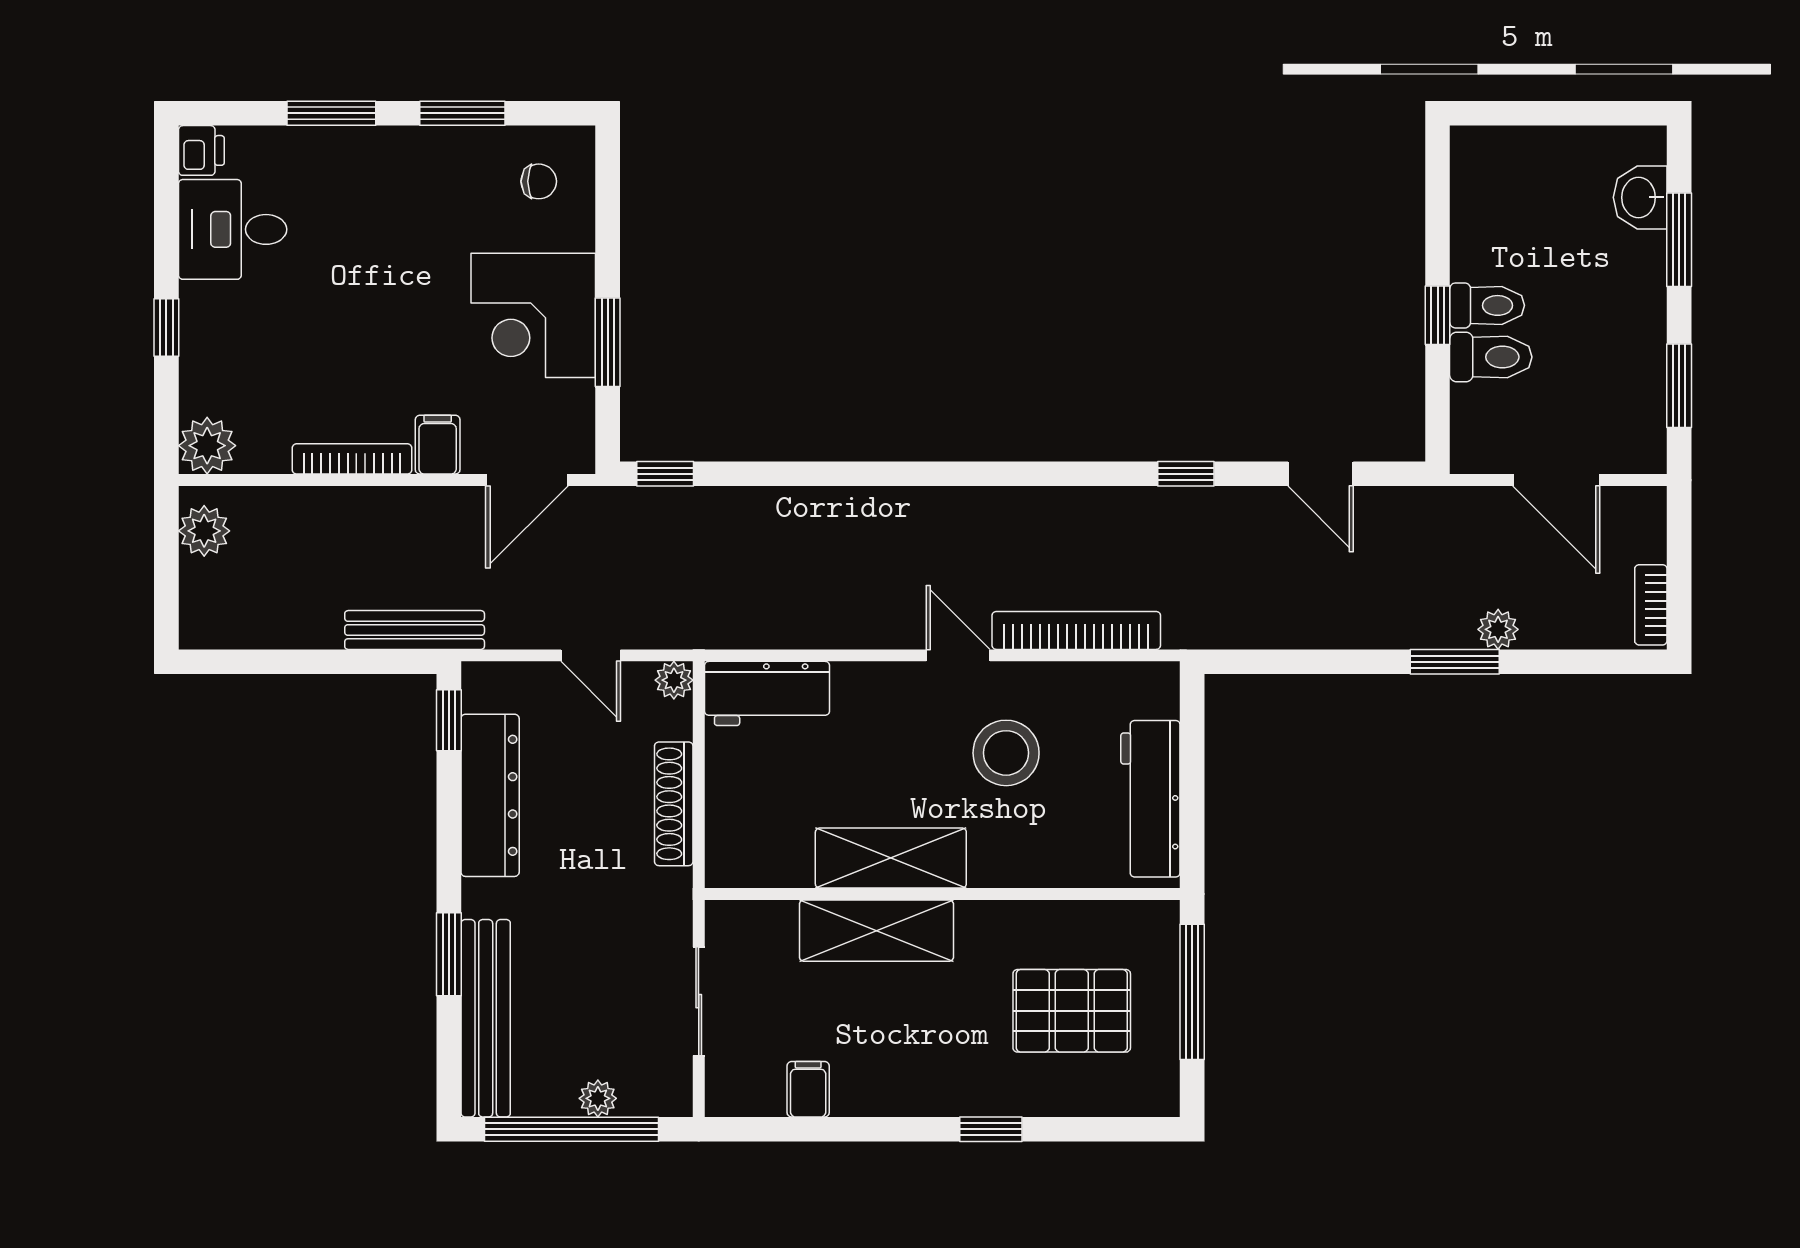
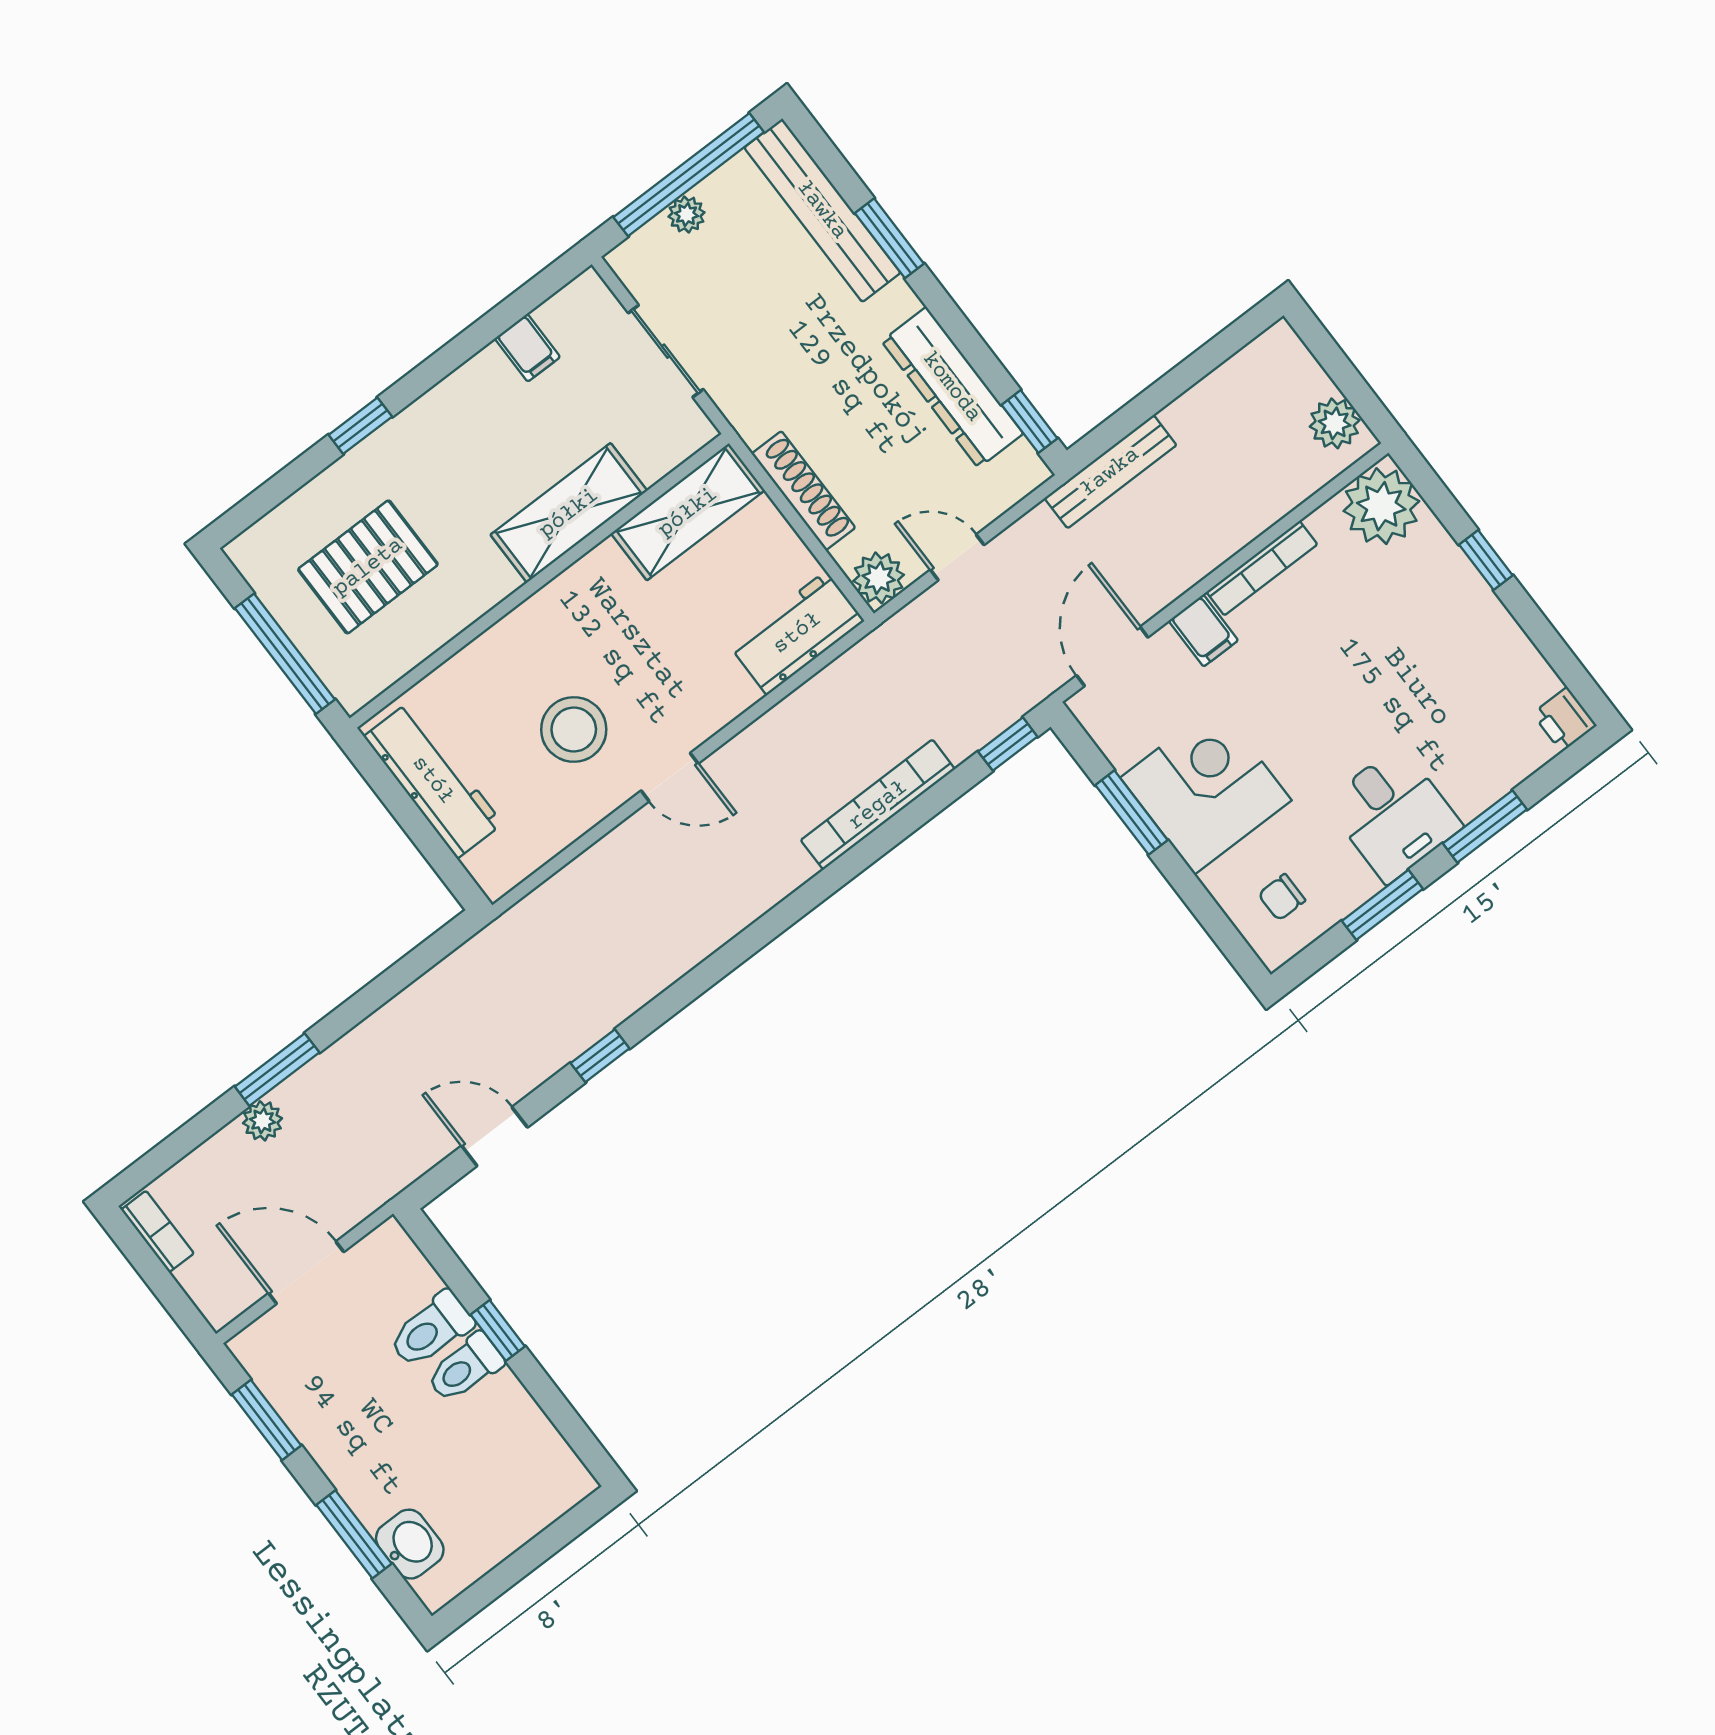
desk: (233, 229) -> (1393, 814), moved, turned 90
plant: (207, 446) -> (1381, 506), width x1.36, depth x1.36
bookcase: (1076, 630) -> (878, 805), moved, turned 180
plant: (674, 680) -> (879, 578), width x1.38, depth x1.38
shelving: (891, 858) -> (688, 512), moved

